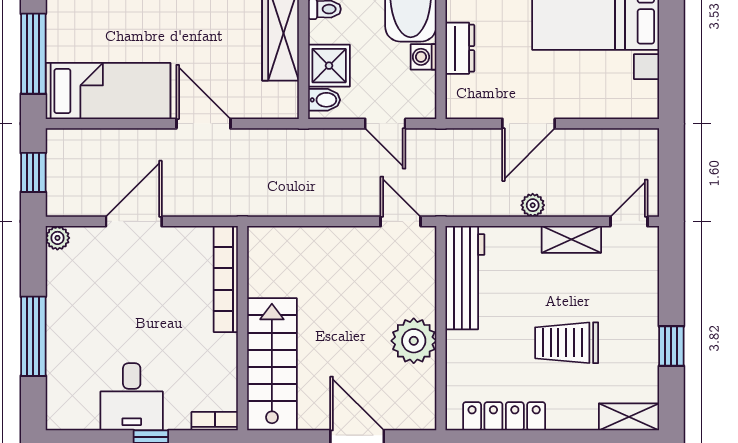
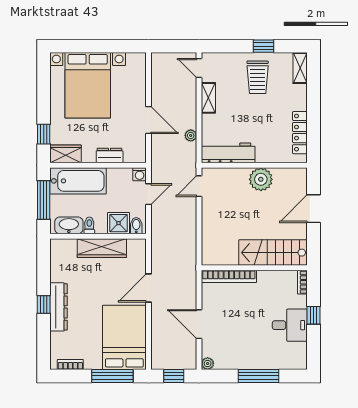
washing machine: (424, 57) -> (140, 174), moved
bed: (108, 91) -> (124, 337), width x1.50
plant: (533, 205) -> (191, 135), moved
trolley: (567, 343) -> (258, 77), moved

